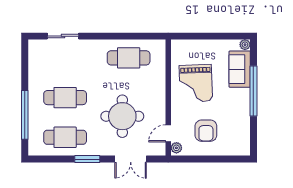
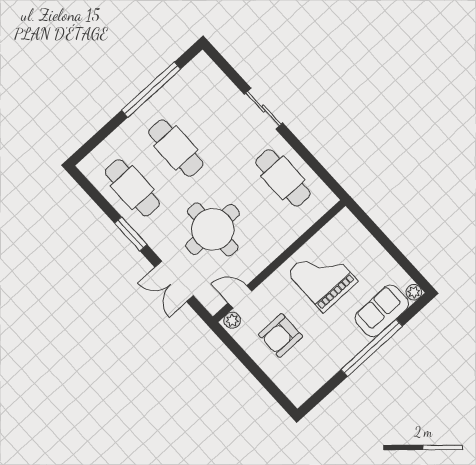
sliding door: (63, 36) -> (263, 109), moved
grand piano: (196, 83) -> (322, 277), turned 92
window: (25, 115) -> (151, 90), moved

